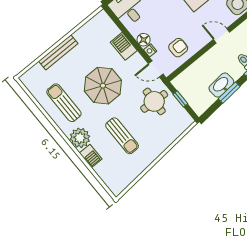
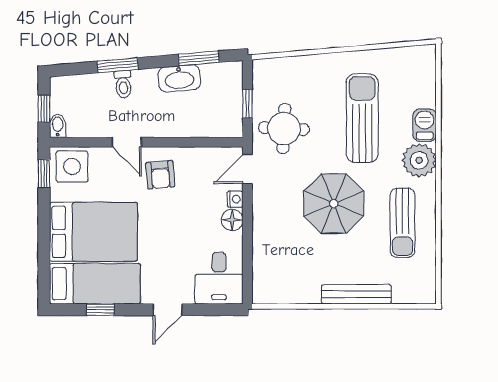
barbecue: (124, 46) -> (265, 232), removed
armchair: (178, 48) -> (160, 175), moved, turned -95
door: (156, 69) -> (247, 169), swing flipped
window: (229, 93) -> (199, 58), moved
sun lounger: (122, 136) -> (362, 118), width x1.36, depth x1.34

